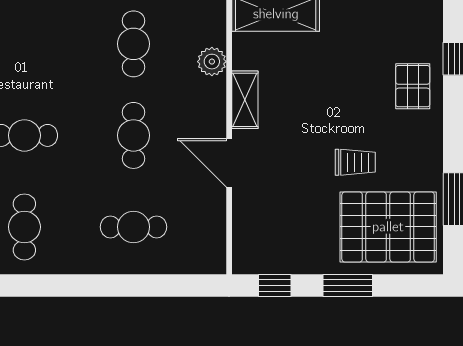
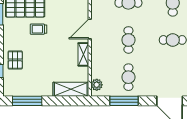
plant: (212, 62) -> (97, 85), moved
door: (229, 163) -> (90, 29), swing flipped

